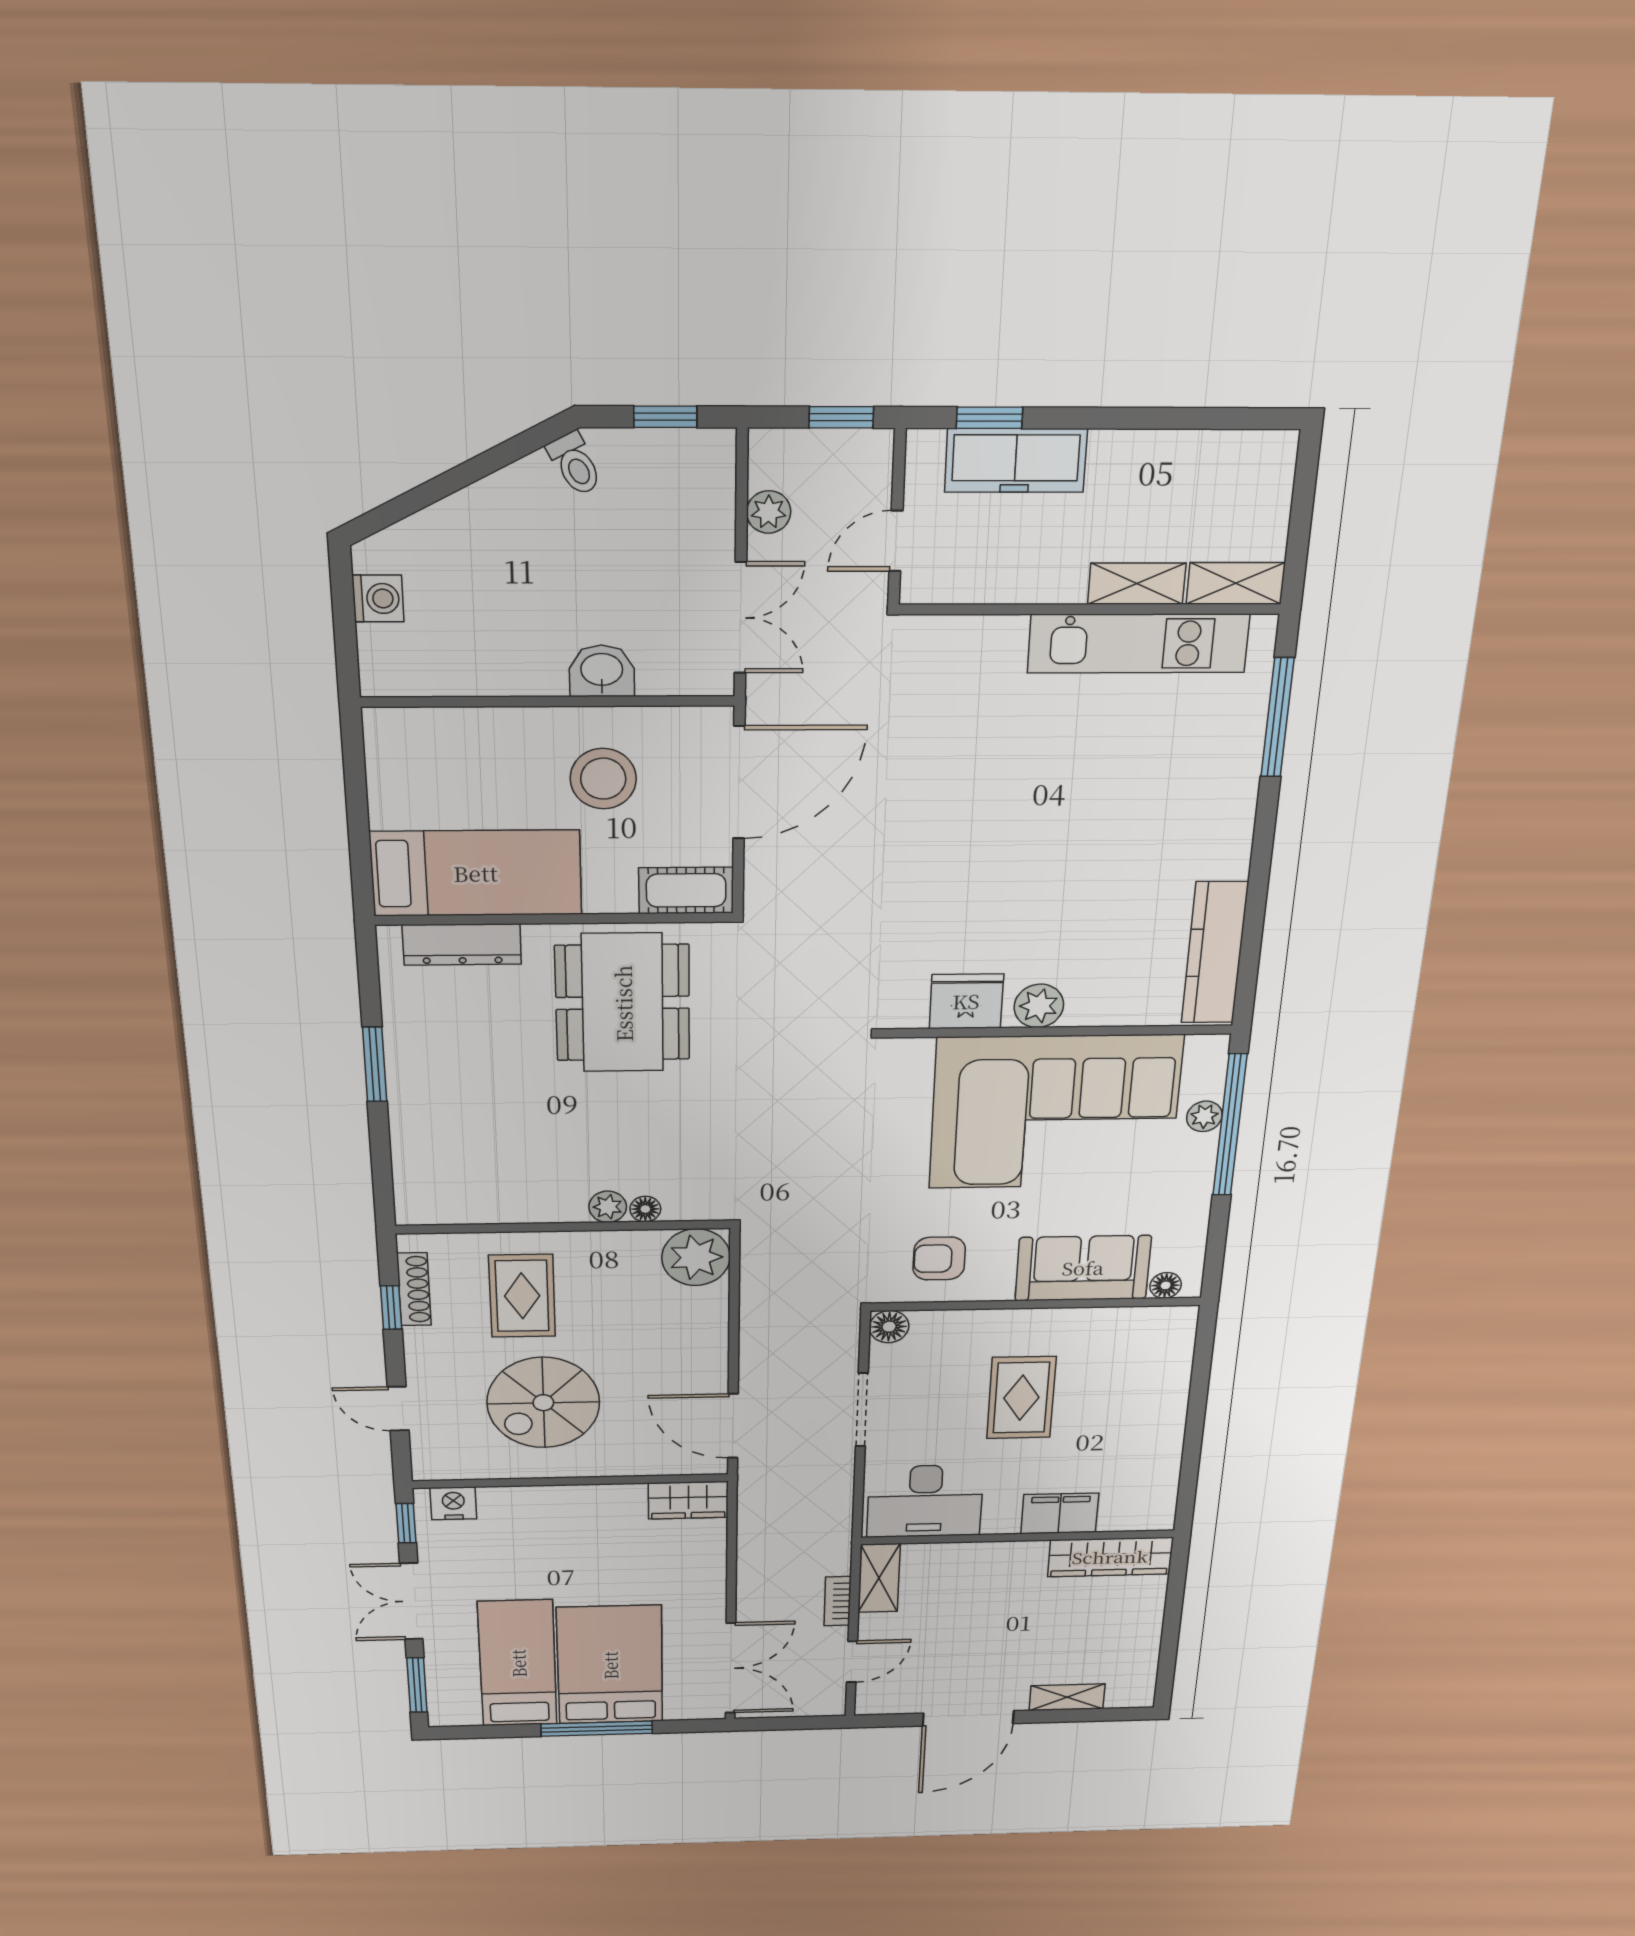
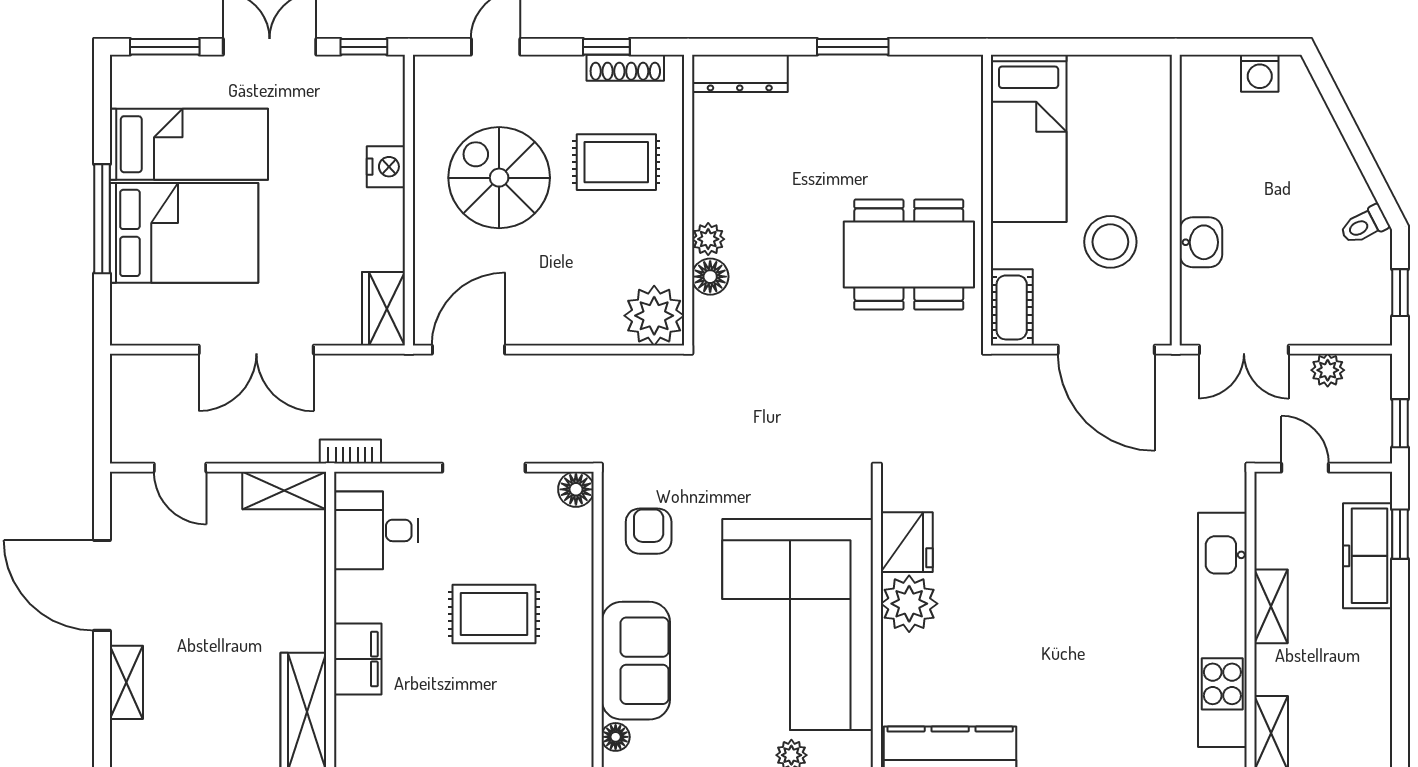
shelving: (1137, 584) -> (1271, 606), moved
kitchen unit: (1138, 643) -> (1222, 630), width x1.36
dresser: (462, 944) -> (740, 73), moved, turned -90
plant: (1039, 1006) -> (909, 604), width x1.36, depth x1.36
floor lamp: (645, 1209) -> (710, 277), width x1.37, depth x1.37
desk: (925, 1501) -> (376, 530), width x0.73
nightstand: (453, 1503) -> (386, 167), moved
bookcase: (838, 1601) -> (350, 452), moved
double door: (731, 1668) -> (256, 350), moved

